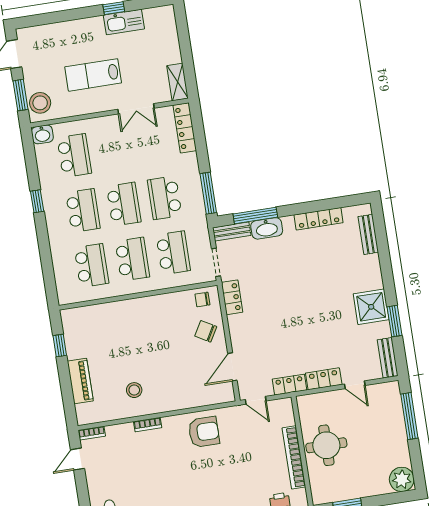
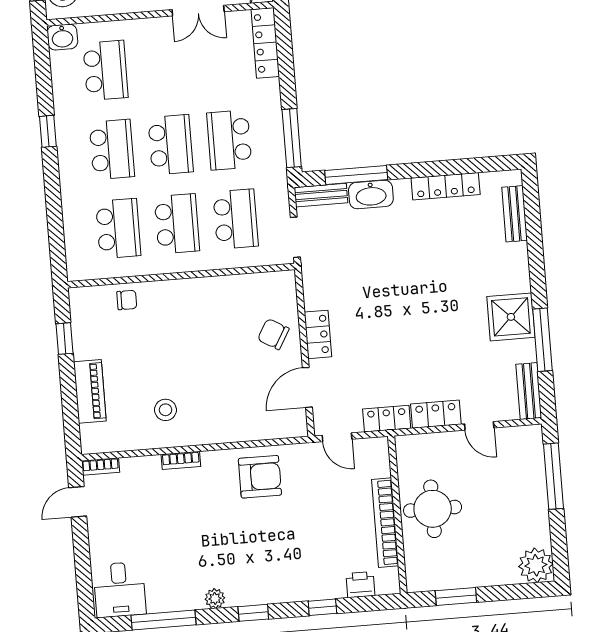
locker: (232, 297) -> (318, 334), moved
chair: (202, 299) -> (127, 300), moved, turned 180
window: (394, 321) -> (542, 340), width x1.44

